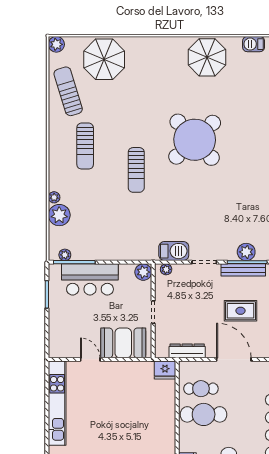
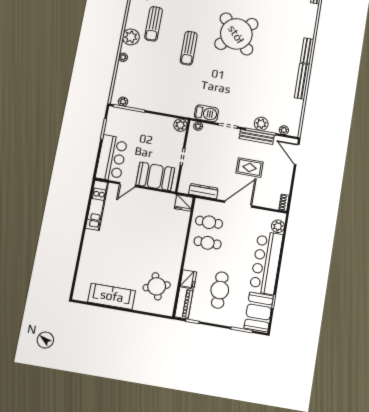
plant: (59, 215) -> (131, 37), moved
bar counter: (90, 279) -> (112, 158), moved, turned -90
door: (90, 359) -> (127, 185), swing flipped
door: (234, 359) -> (238, 204), hinge flipped
kitchen unit: (57, 403) -> (97, 205), width x0.73
cafe table: (204, 414) -> (208, 243), width x0.73, depth x0.74

